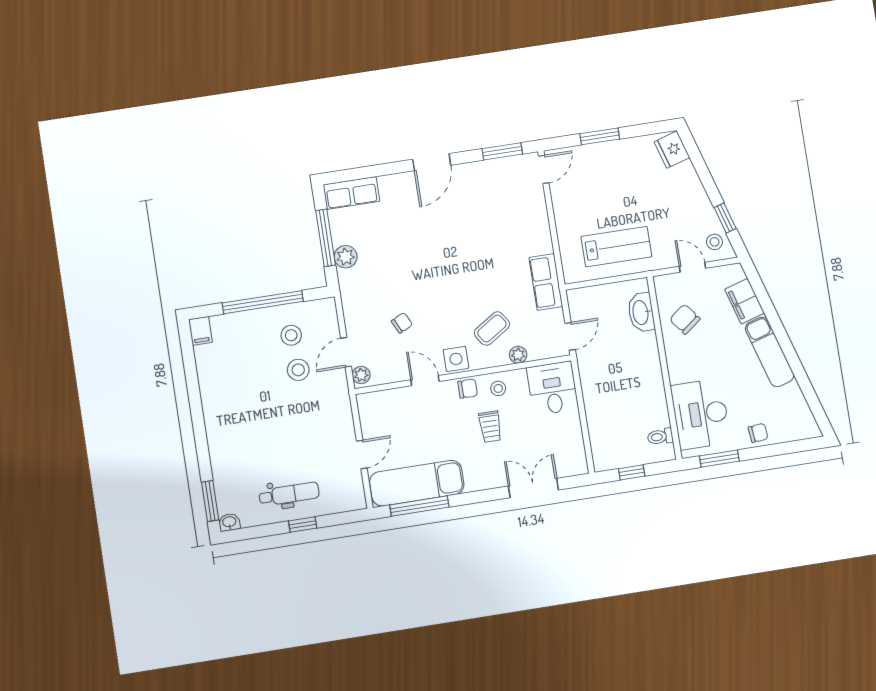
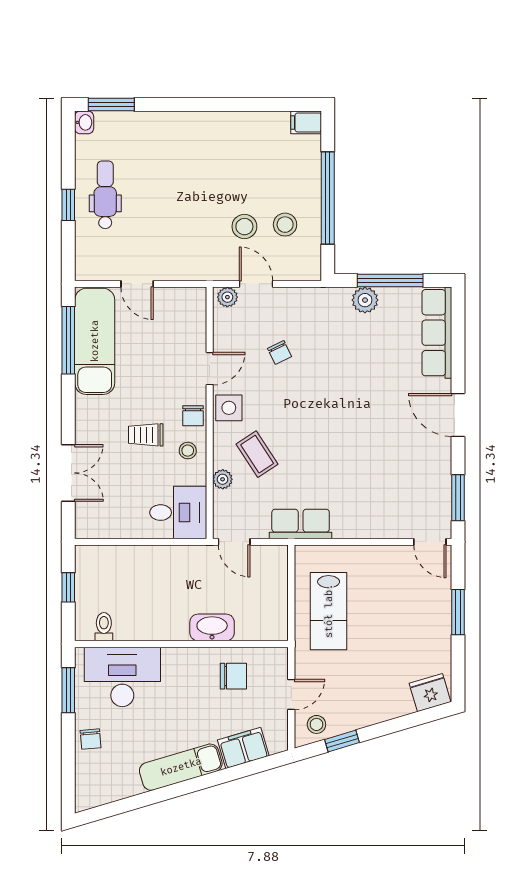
row of seats: (351, 193) -> (437, 333), width x1.48
washbasin: (641, 312) -> (212, 627), moved
chair: (685, 319) -> (233, 676), turned 37
dental chair: (289, 494) -> (105, 195), turned 180

